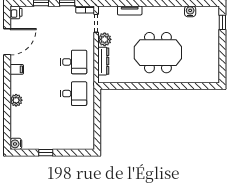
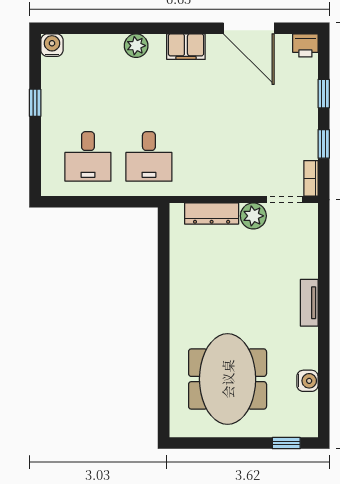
tv unit: (130, 10) -> (309, 303), moved
meeting table: (158, 53) -> (228, 379), moved
desk: (74, 62) -> (88, 156), moved
filing cabinet: (17, 69) -> (186, 47), width x2.00

